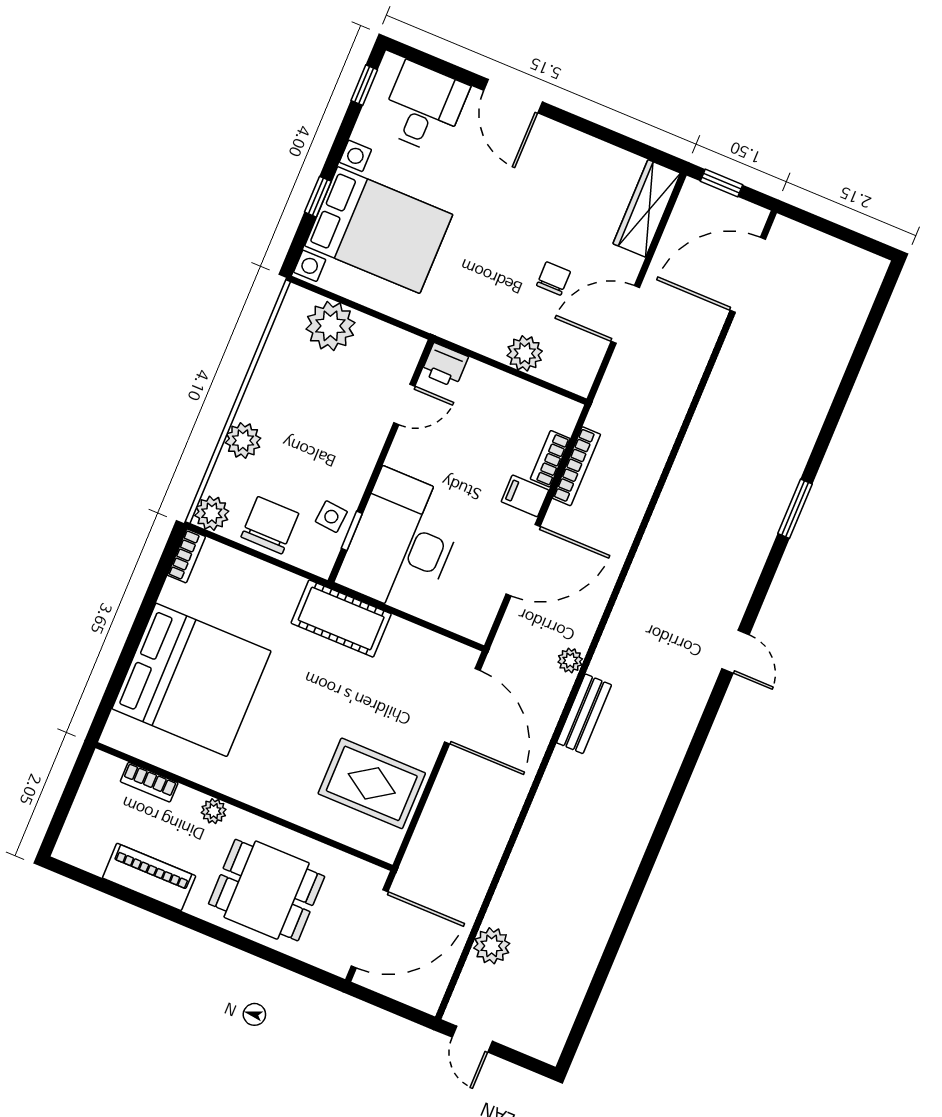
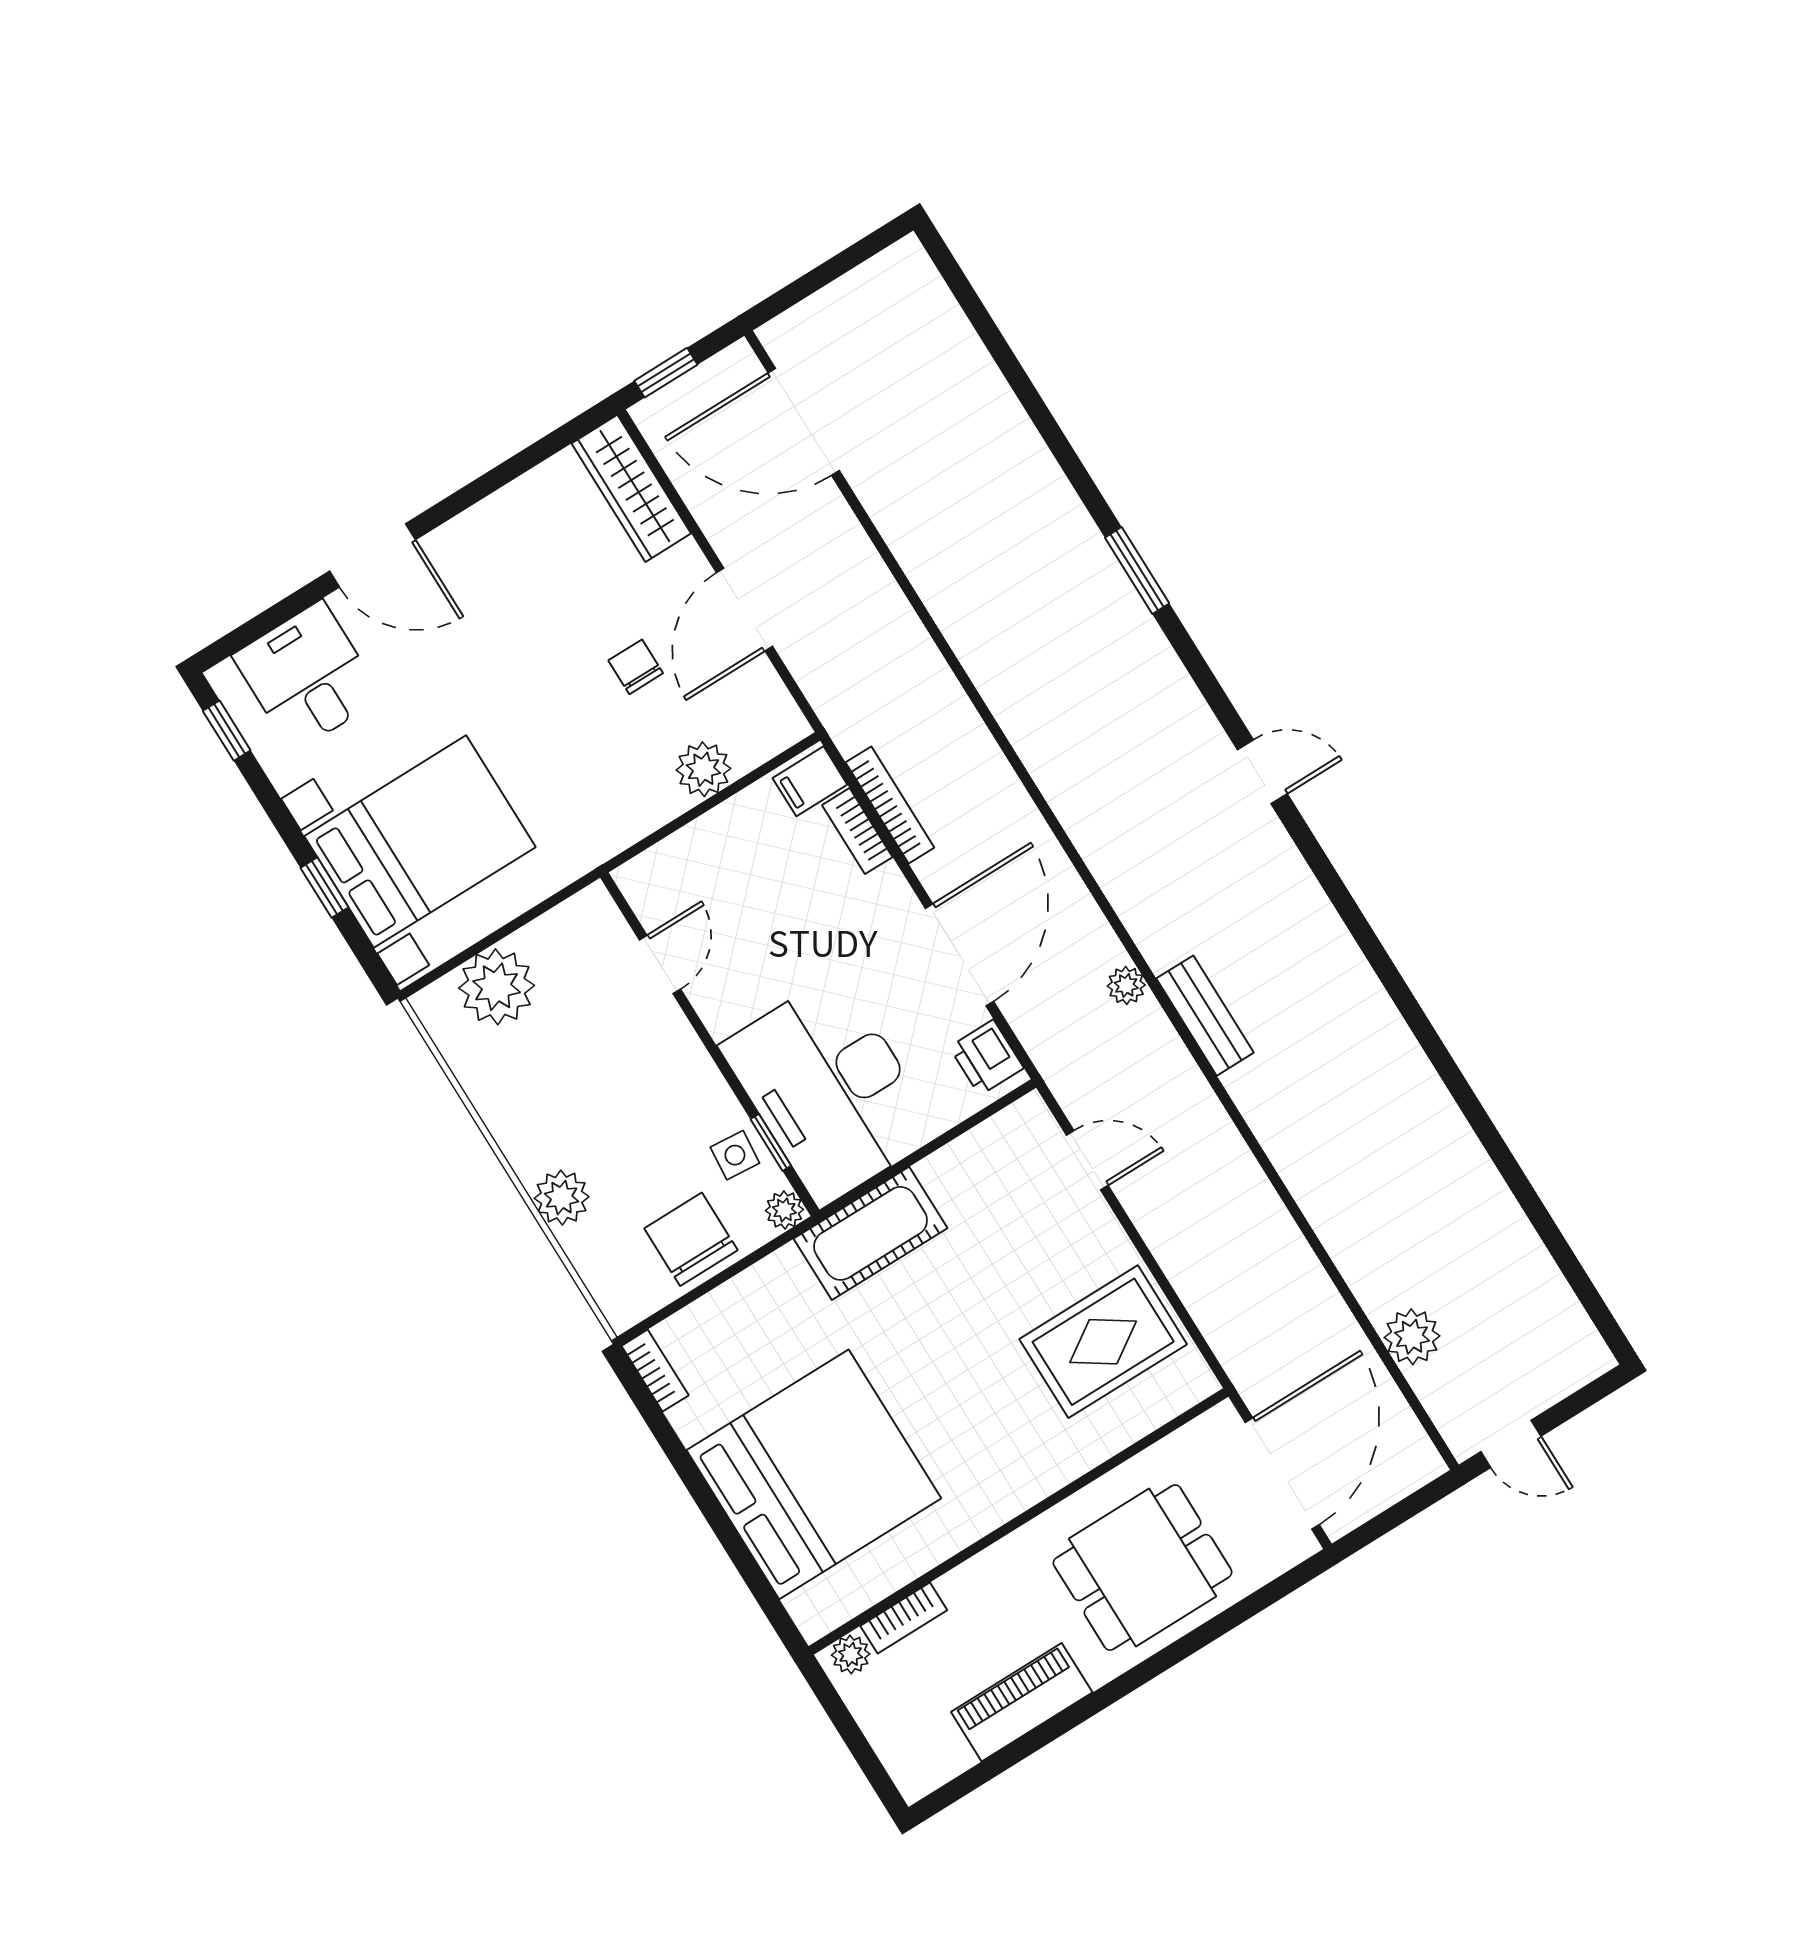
door: (748, 275) -> (804, 422), hinge flipped
printer: (445, 365) -> (986, 1058), moved, turned 90
filing cabinet: (525, 496) -> (810, 781), moved
plant: (212, 513) -> (784, 1210), moved, width x0.73, depth x0.73
door: (462, 706) -> (1087, 1160), width x0.53
plant: (214, 811) -> (851, 1655), moved

